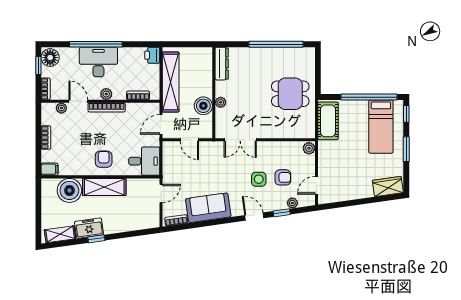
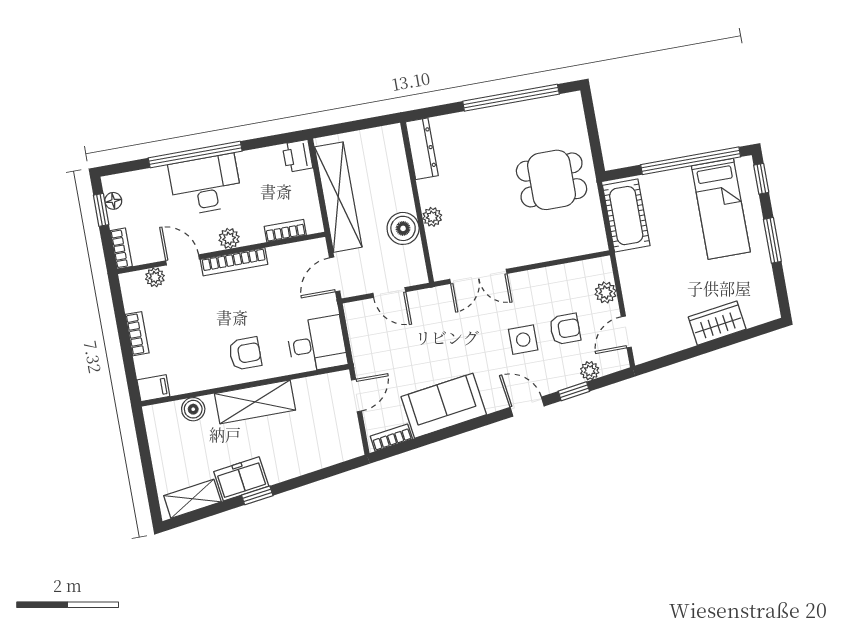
floor lamp: (50, 58) -> (113, 201), width x0.53, depth x0.53
plant: (309, 148) -> (606, 292), moved
armchair: (104, 159) -> (245, 353), turned 90
wardrobe: (388, 186) -> (717, 323), moved
boiler: (69, 190) -> (193, 409), width x0.54, depth x0.54

